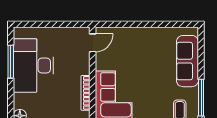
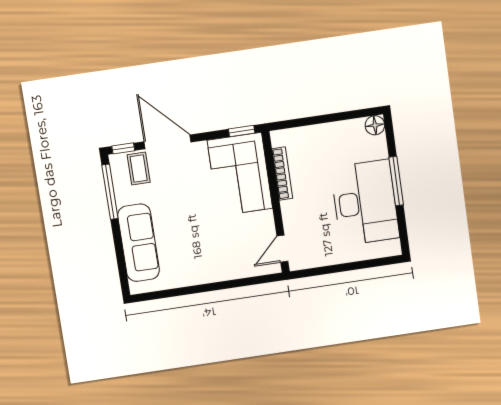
window: (11, 62) -> (396, 181), moved

